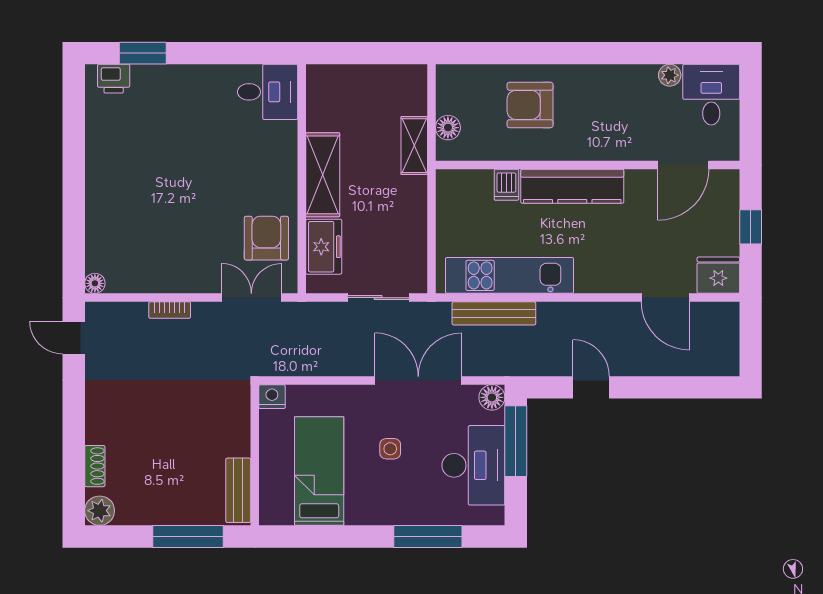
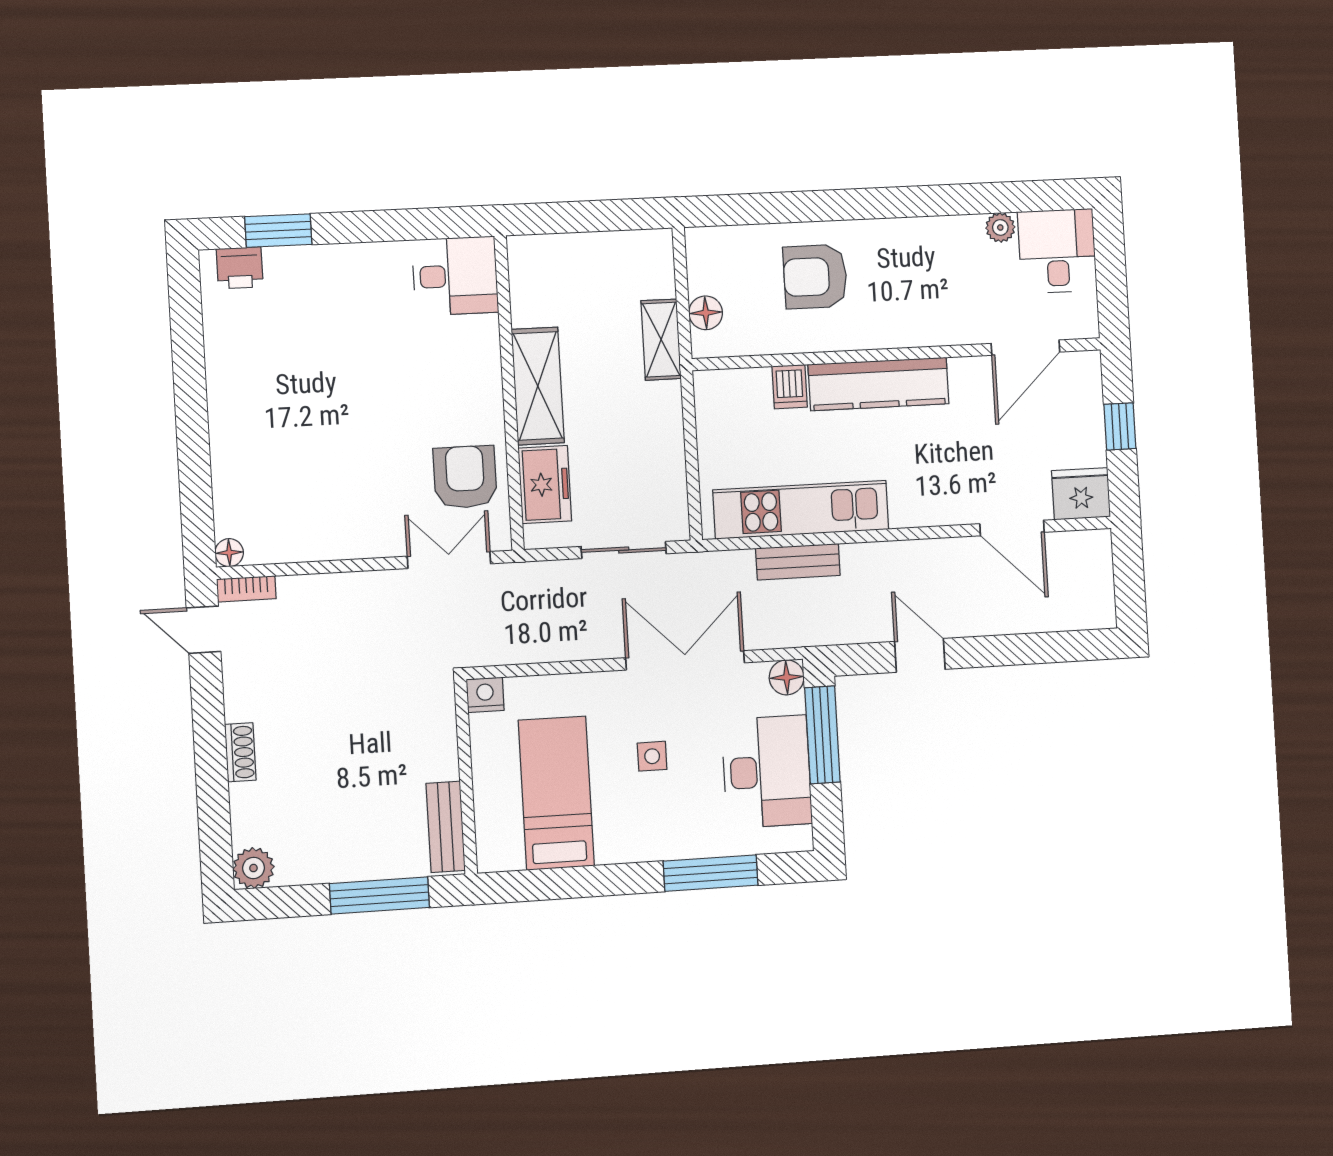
bookcase: (170, 310) -> (246, 589), moved
bench: (494, 313) -> (798, 562), width x0.73
shoe rack: (95, 466) -> (240, 752), moved

